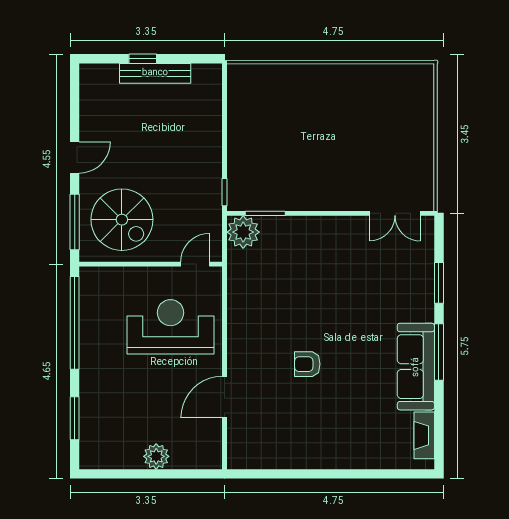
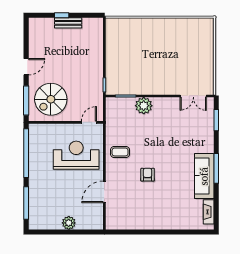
bench: (155, 73) -> (68, 23), width x0.73
spiral stairs: (122, 220) -> (51, 99), turned 90
plant: (243, 232) -> (144, 106), moved
window: (439, 283) -> (216, 120), moved
coffee table: (255, 321) -> (120, 152), added
armchair: (307, 364) -> (148, 175), turned 90
window: (75, 418) -> (26, 203), width x1.44

